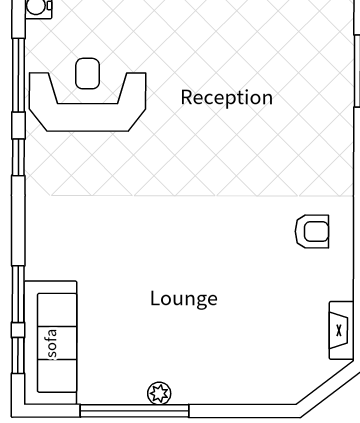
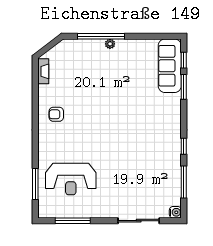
reception desk: (87, 95) -> (71, 179), moved
plant: (159, 393) -> (110, 44), moved
window: (134, 411) -> (101, 36), moved

